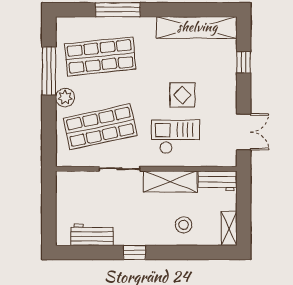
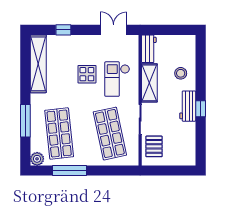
plant: (65, 97) -> (37, 159), moved
pallet: (82, 188) -> (154, 146), added
shelving: (229, 228) -> (183, 40), removed
workbench: (92, 235) -> (188, 106), moved

